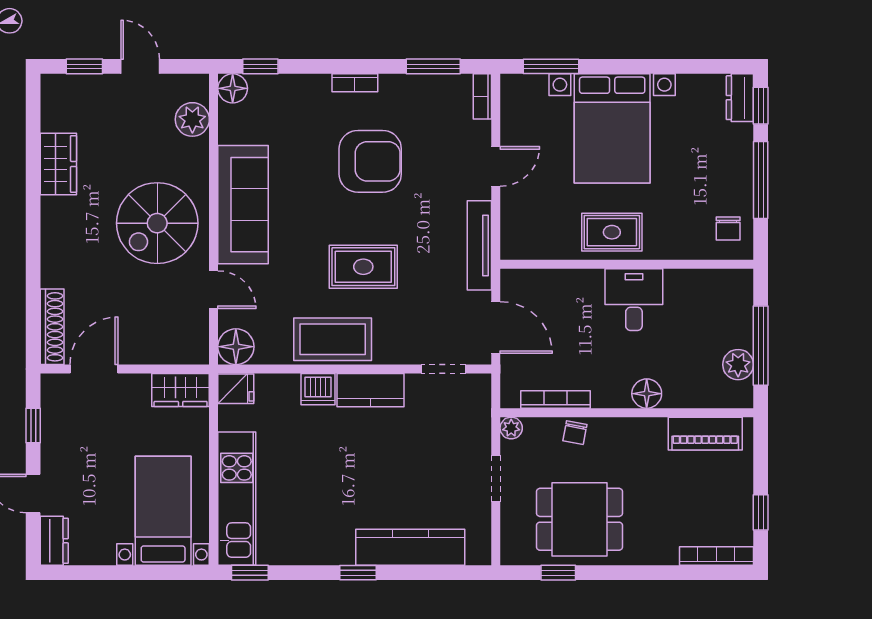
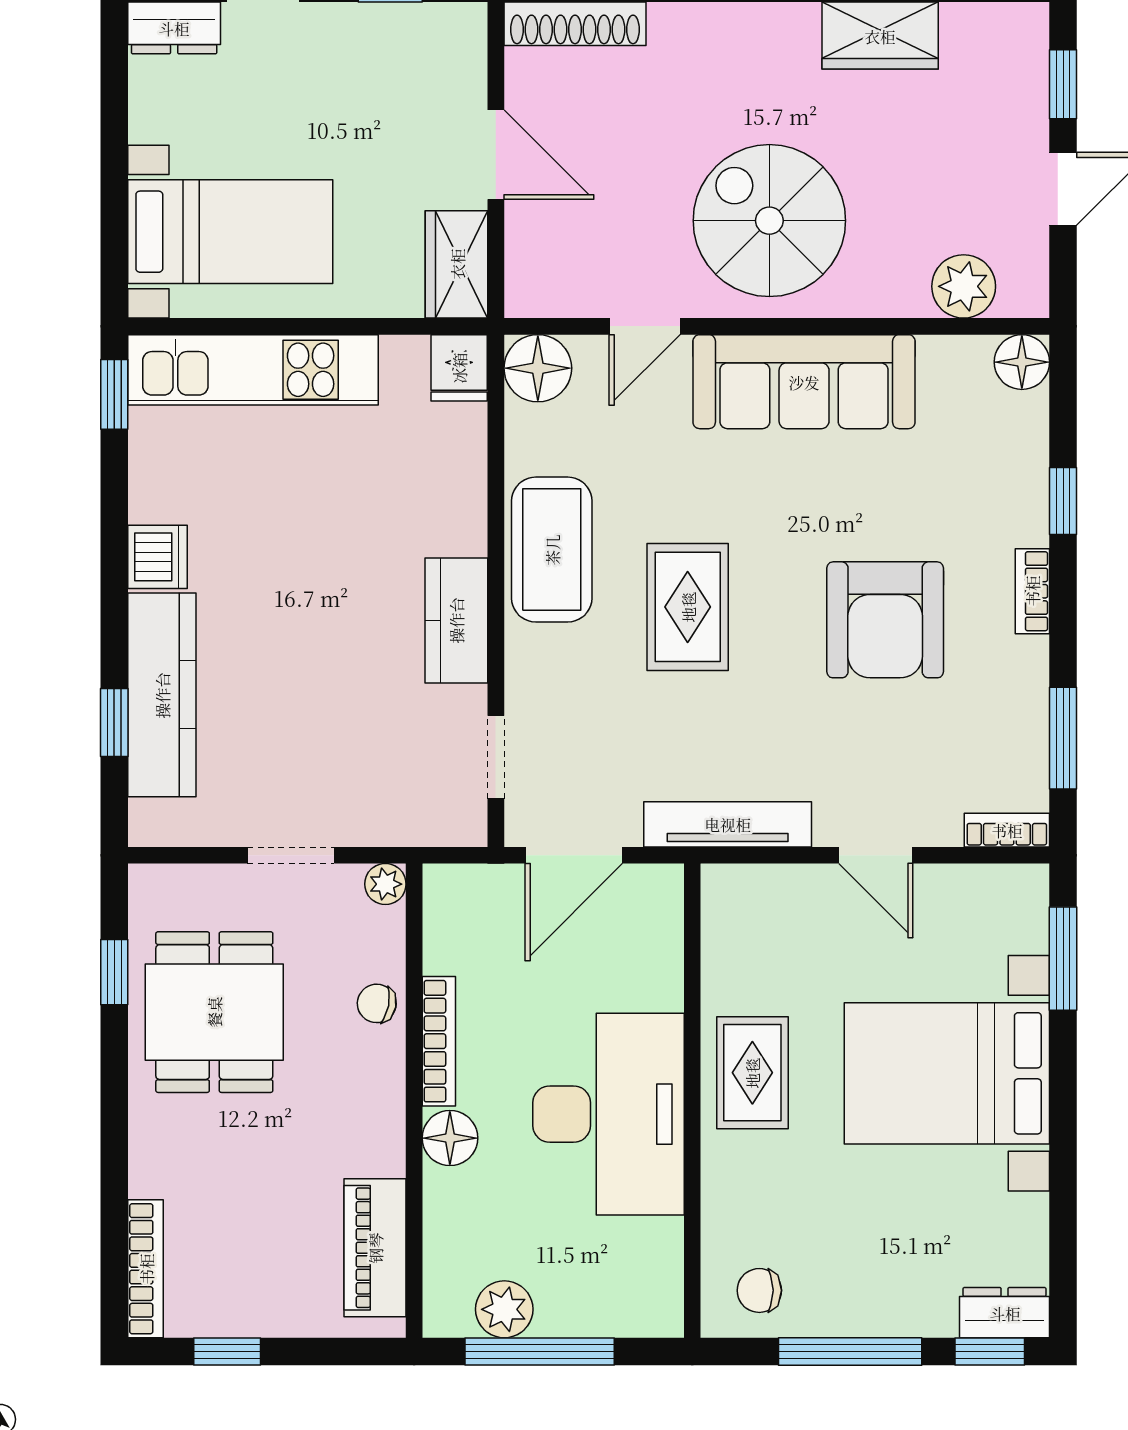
window: (260, 66) -> (1063, 501), moved
desk: (634, 300) -> (608, 1114), width x1.87, depth x1.30
door: (94, 369) -> (496, 155), moved
dishwasher: (318, 389) -> (157, 557), moved, turned 180
bookcase: (556, 399) -> (439, 1041), moved
window: (358, 573) -> (114, 723), moved

